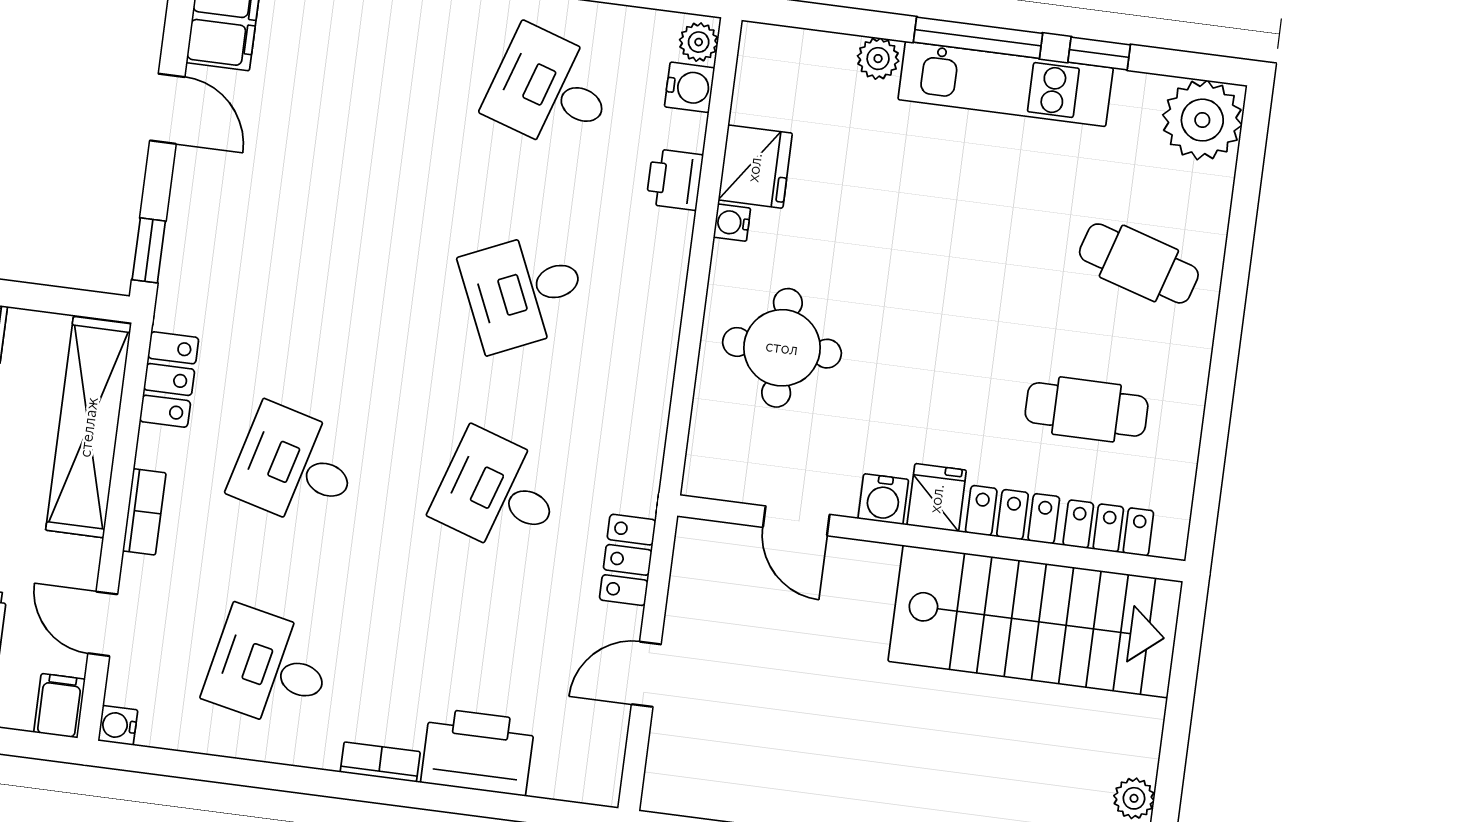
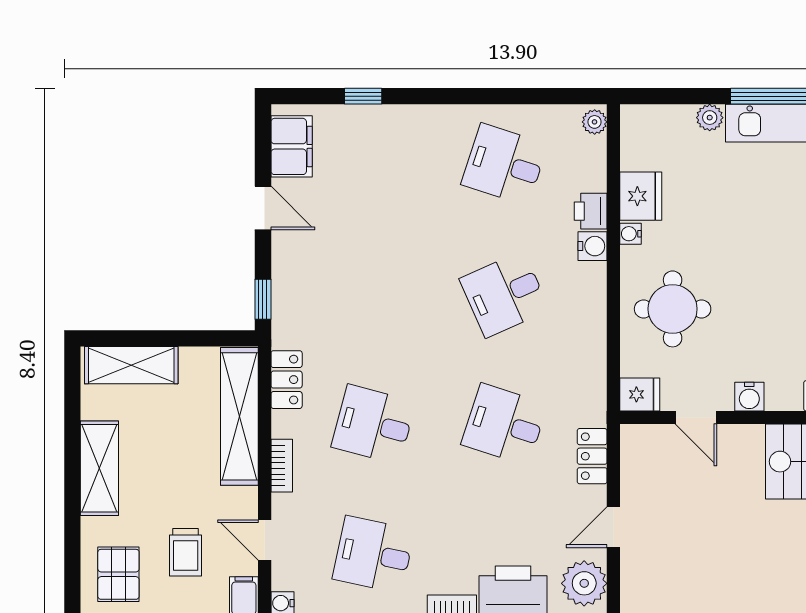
water cooler: (690, 87) -> (592, 246), moved
fridge: (937, 498) -> (640, 394), moved, turned 90
plant: (590, 755) -> (584, 583), added

